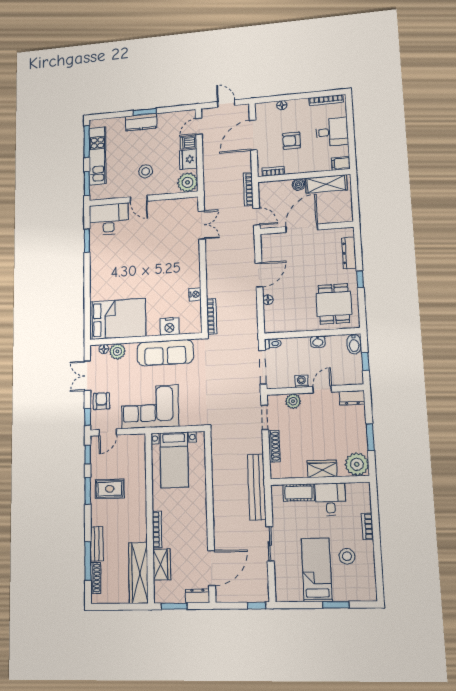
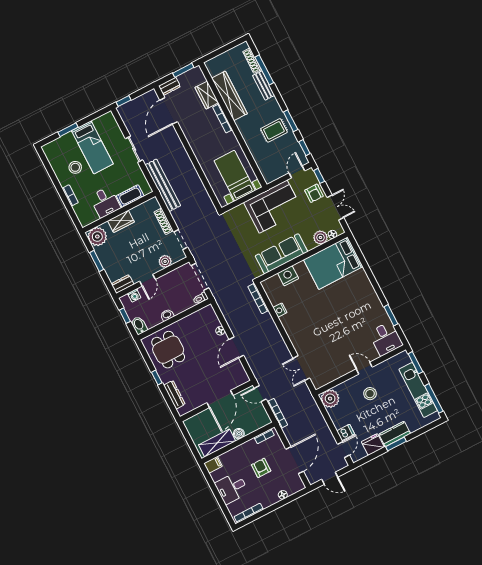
armchair: (291, 141) -> (261, 468), turned -90
fridge: (188, 159) -> (373, 444), moved, turned -90
desk: (109, 219) -> (386, 339), width x0.73
washing machine: (301, 381) -> (134, 296), moved
wardrobe: (138, 573) -> (229, 96), moved

